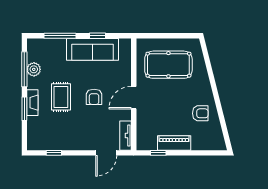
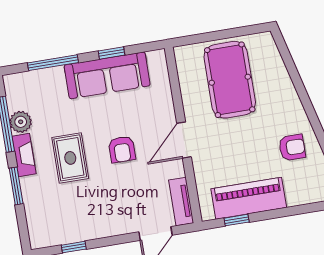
pool table: (168, 65) -> (230, 80), turned 90
fireplace: (32, 103) -> (24, 155), moved
piano: (174, 143) -> (249, 198), width x1.37, depth x1.33

